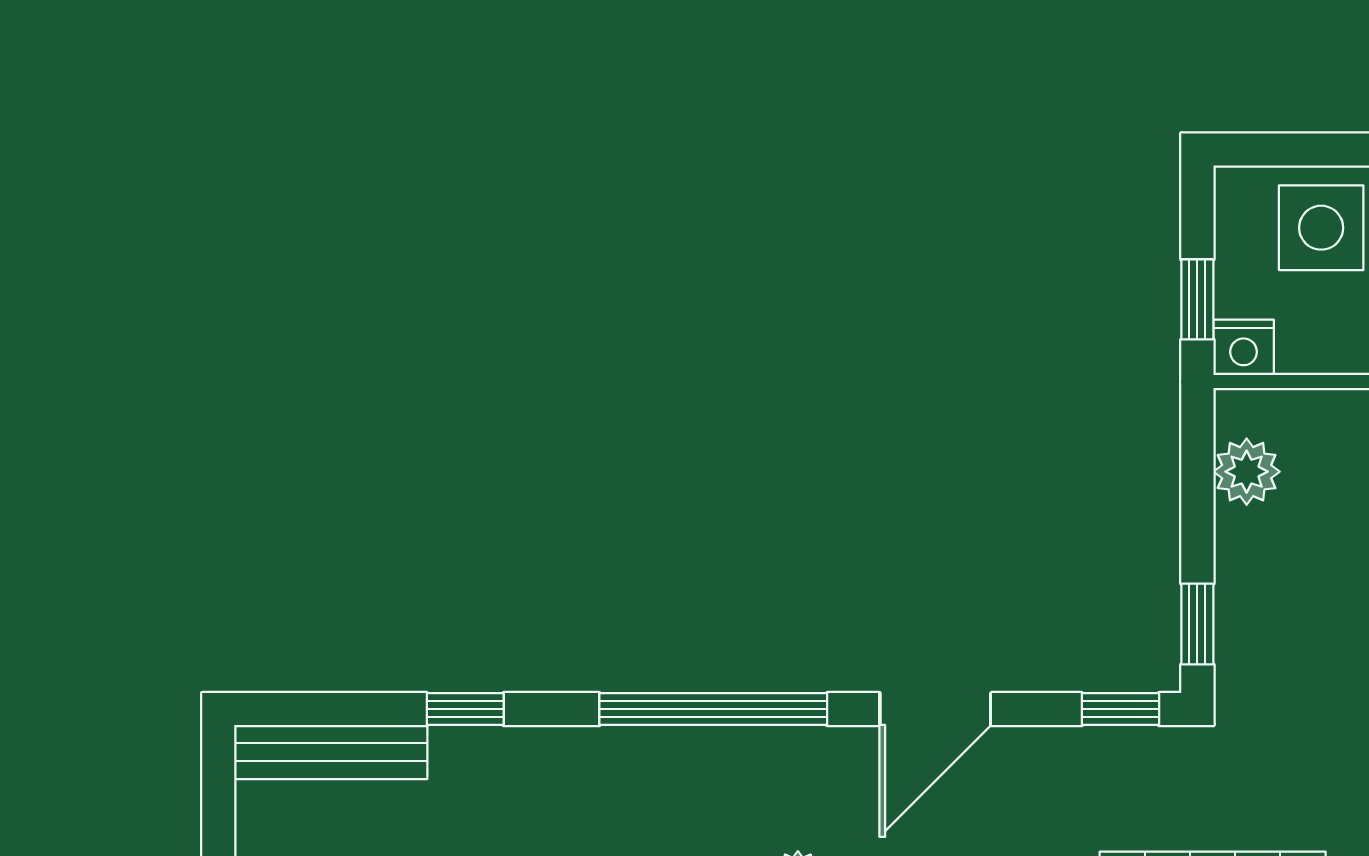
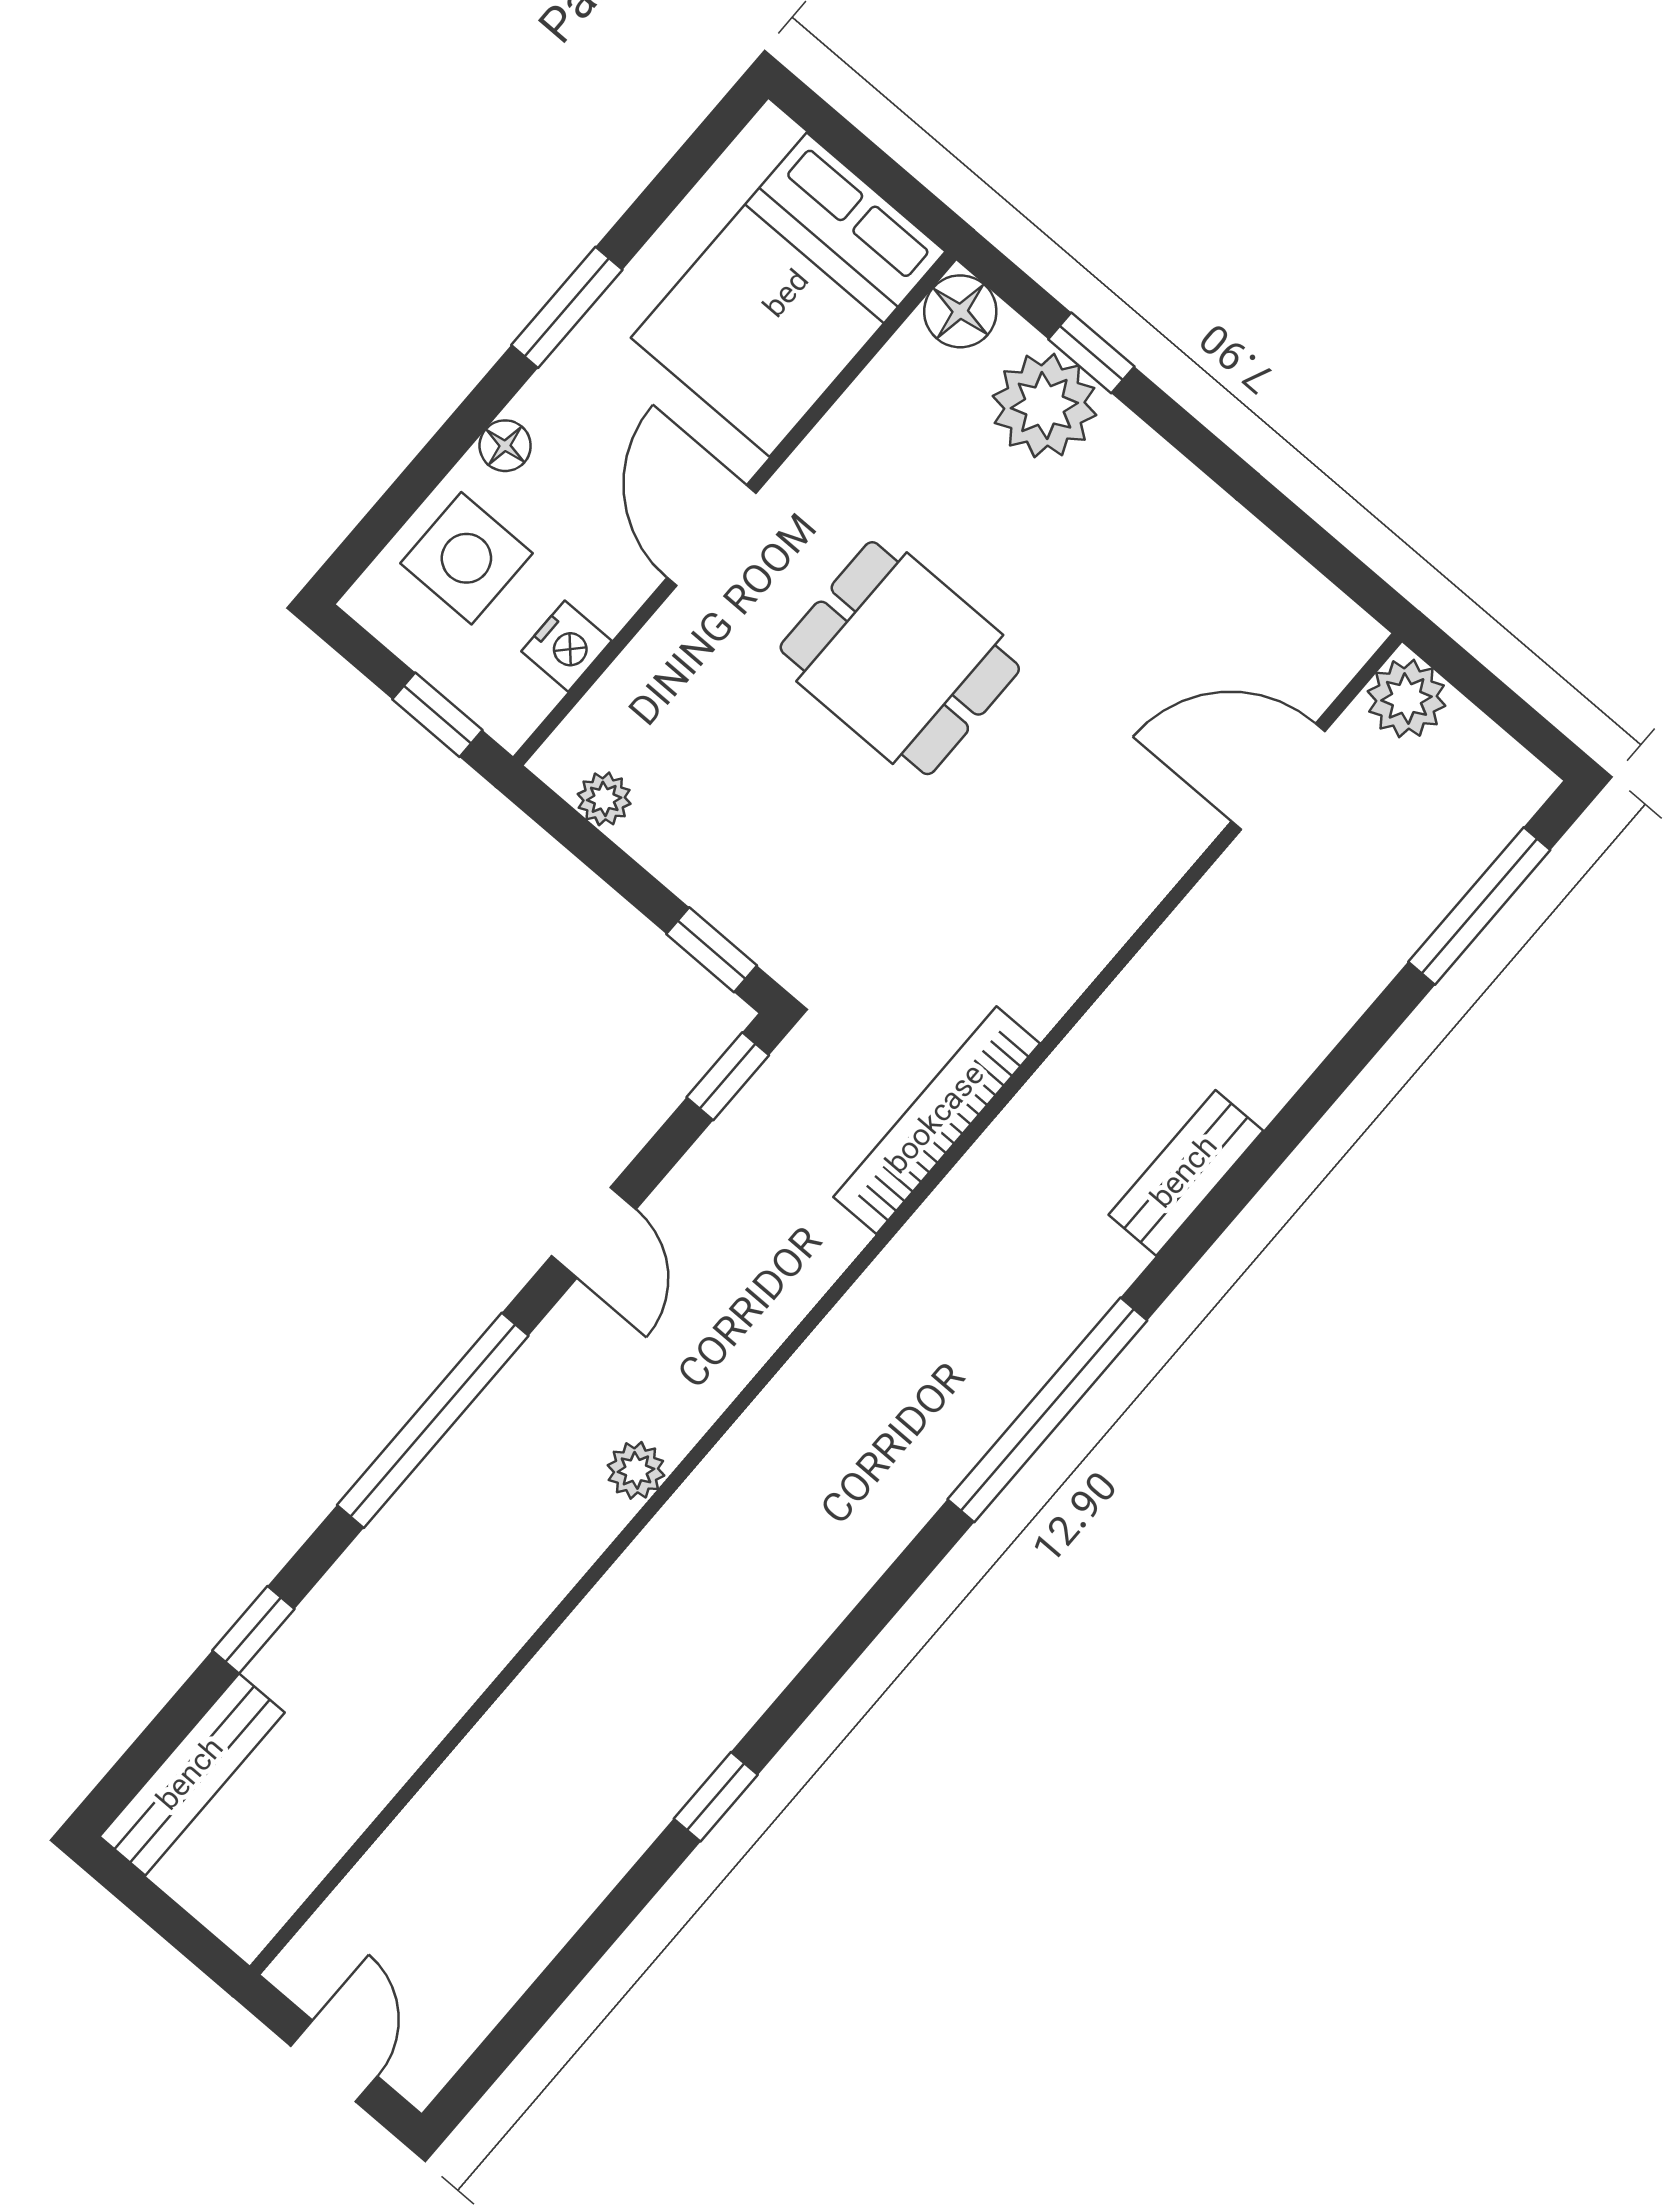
nightstand: (1244, 347) -> (566, 646), moved
plant: (1247, 472) -> (604, 799), width x0.73, depth x0.73
door: (935, 709) -> (594, 1233), width x0.73

